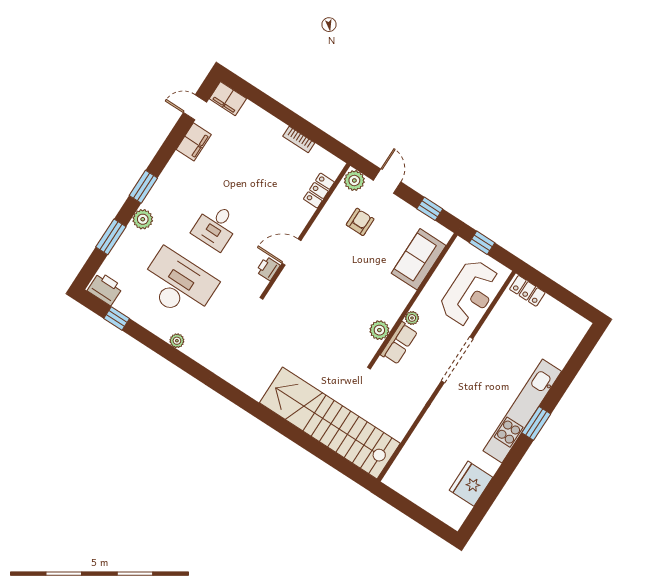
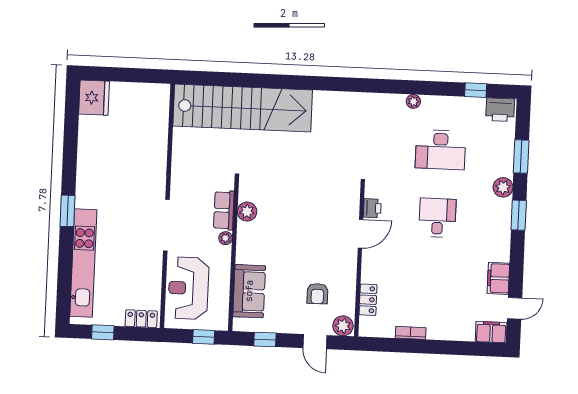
desk: (178, 285) -> (440, 150), width x0.73, depth x0.77
window: (568, 299) -> (103, 332), added
kitchen unit: (522, 411) -> (83, 263), moved
fridge: (471, 484) -> (94, 98), moved

